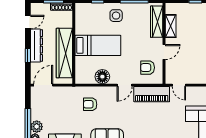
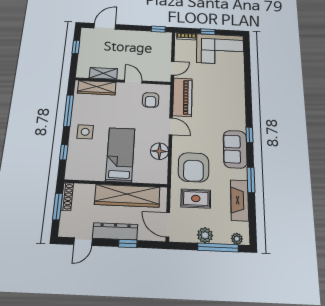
door: (28, 22) -> (83, 242), swing flipped
armchair: (90, 104) -> (193, 167), width x1.88, depth x1.88
rug: (65, 106) -> (196, 198), added
plant: (37, 127) -> (205, 235), moved

